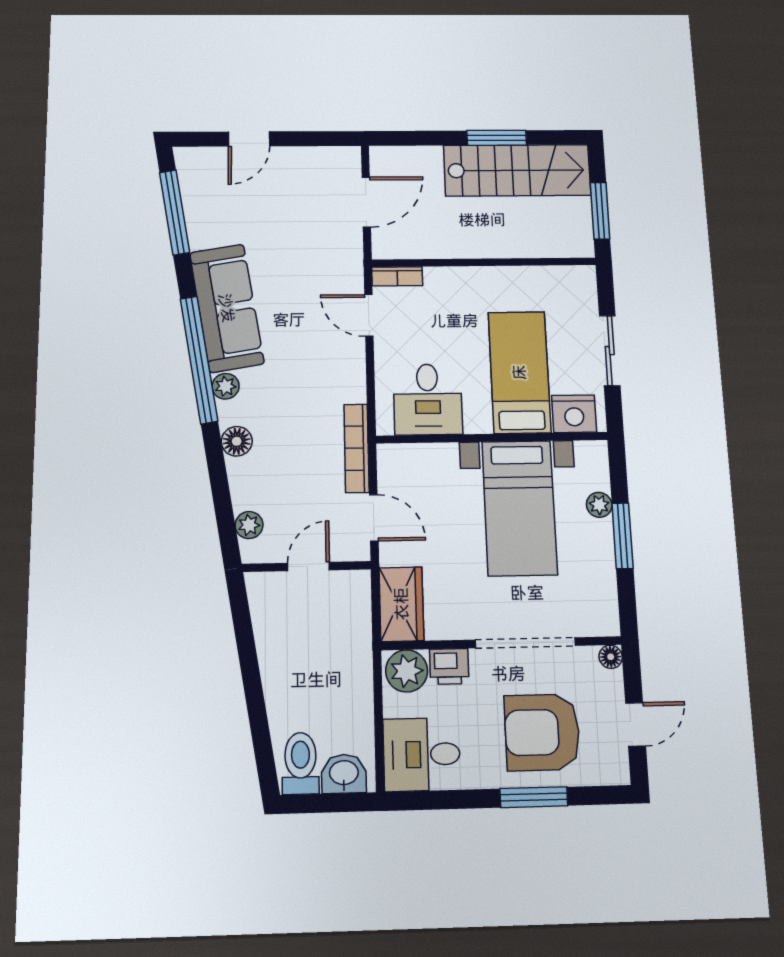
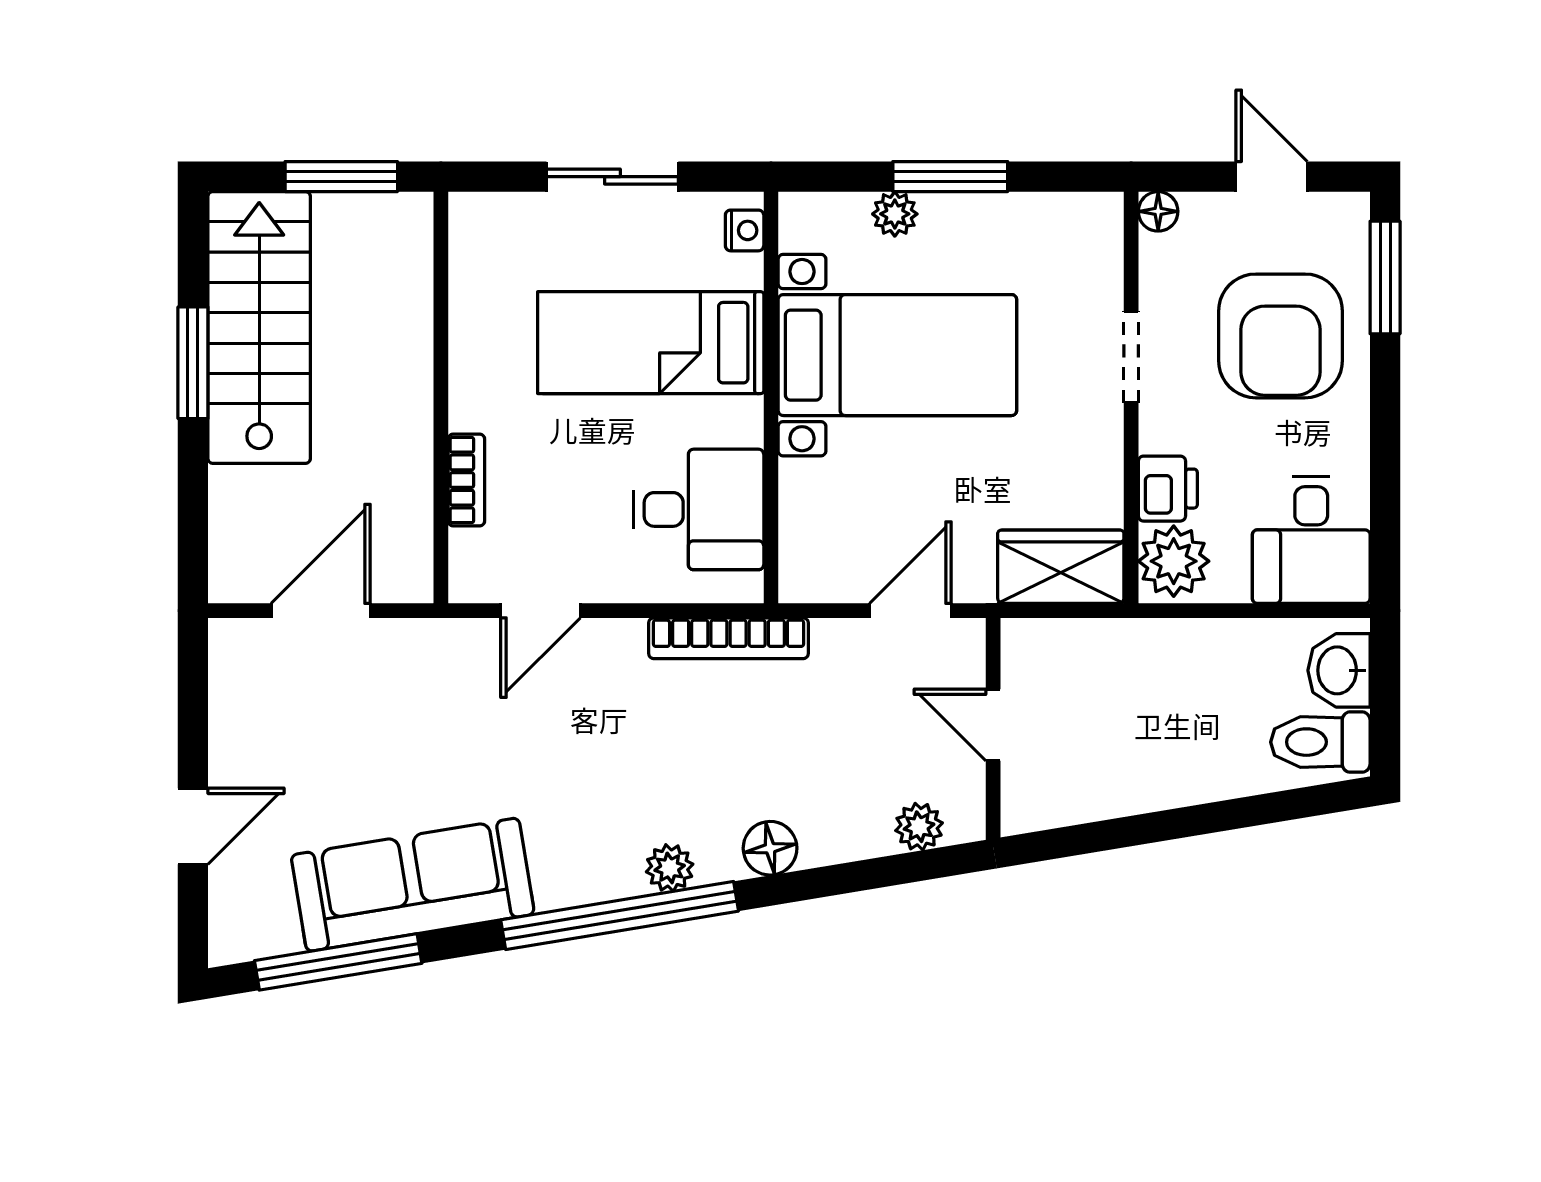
door: (249, 139) -> (193, 826), hinge flipped
door: (366, 202) -> (321, 611), hinge flipped
bookcase: (397, 276) -> (466, 480), moved
sofa: (227, 308) -> (413, 885), moved
nightstand: (574, 414) -> (745, 230), width x0.53, depth x0.56
bookcase: (356, 448) -> (728, 638), moved
doorway: (525, 643) -> (1131, 357), width x0.53
window: (534, 797) -> (1385, 278), moved

